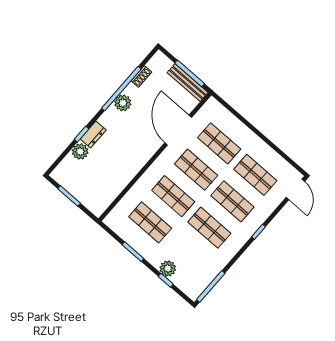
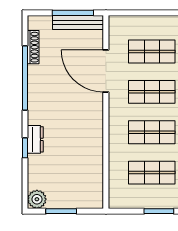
shoe rack: (141, 76) -> (33, 47), width x1.43
plant: (123, 103) -> (37, 89), removed
plant: (80, 151) -> (37, 199), moved

